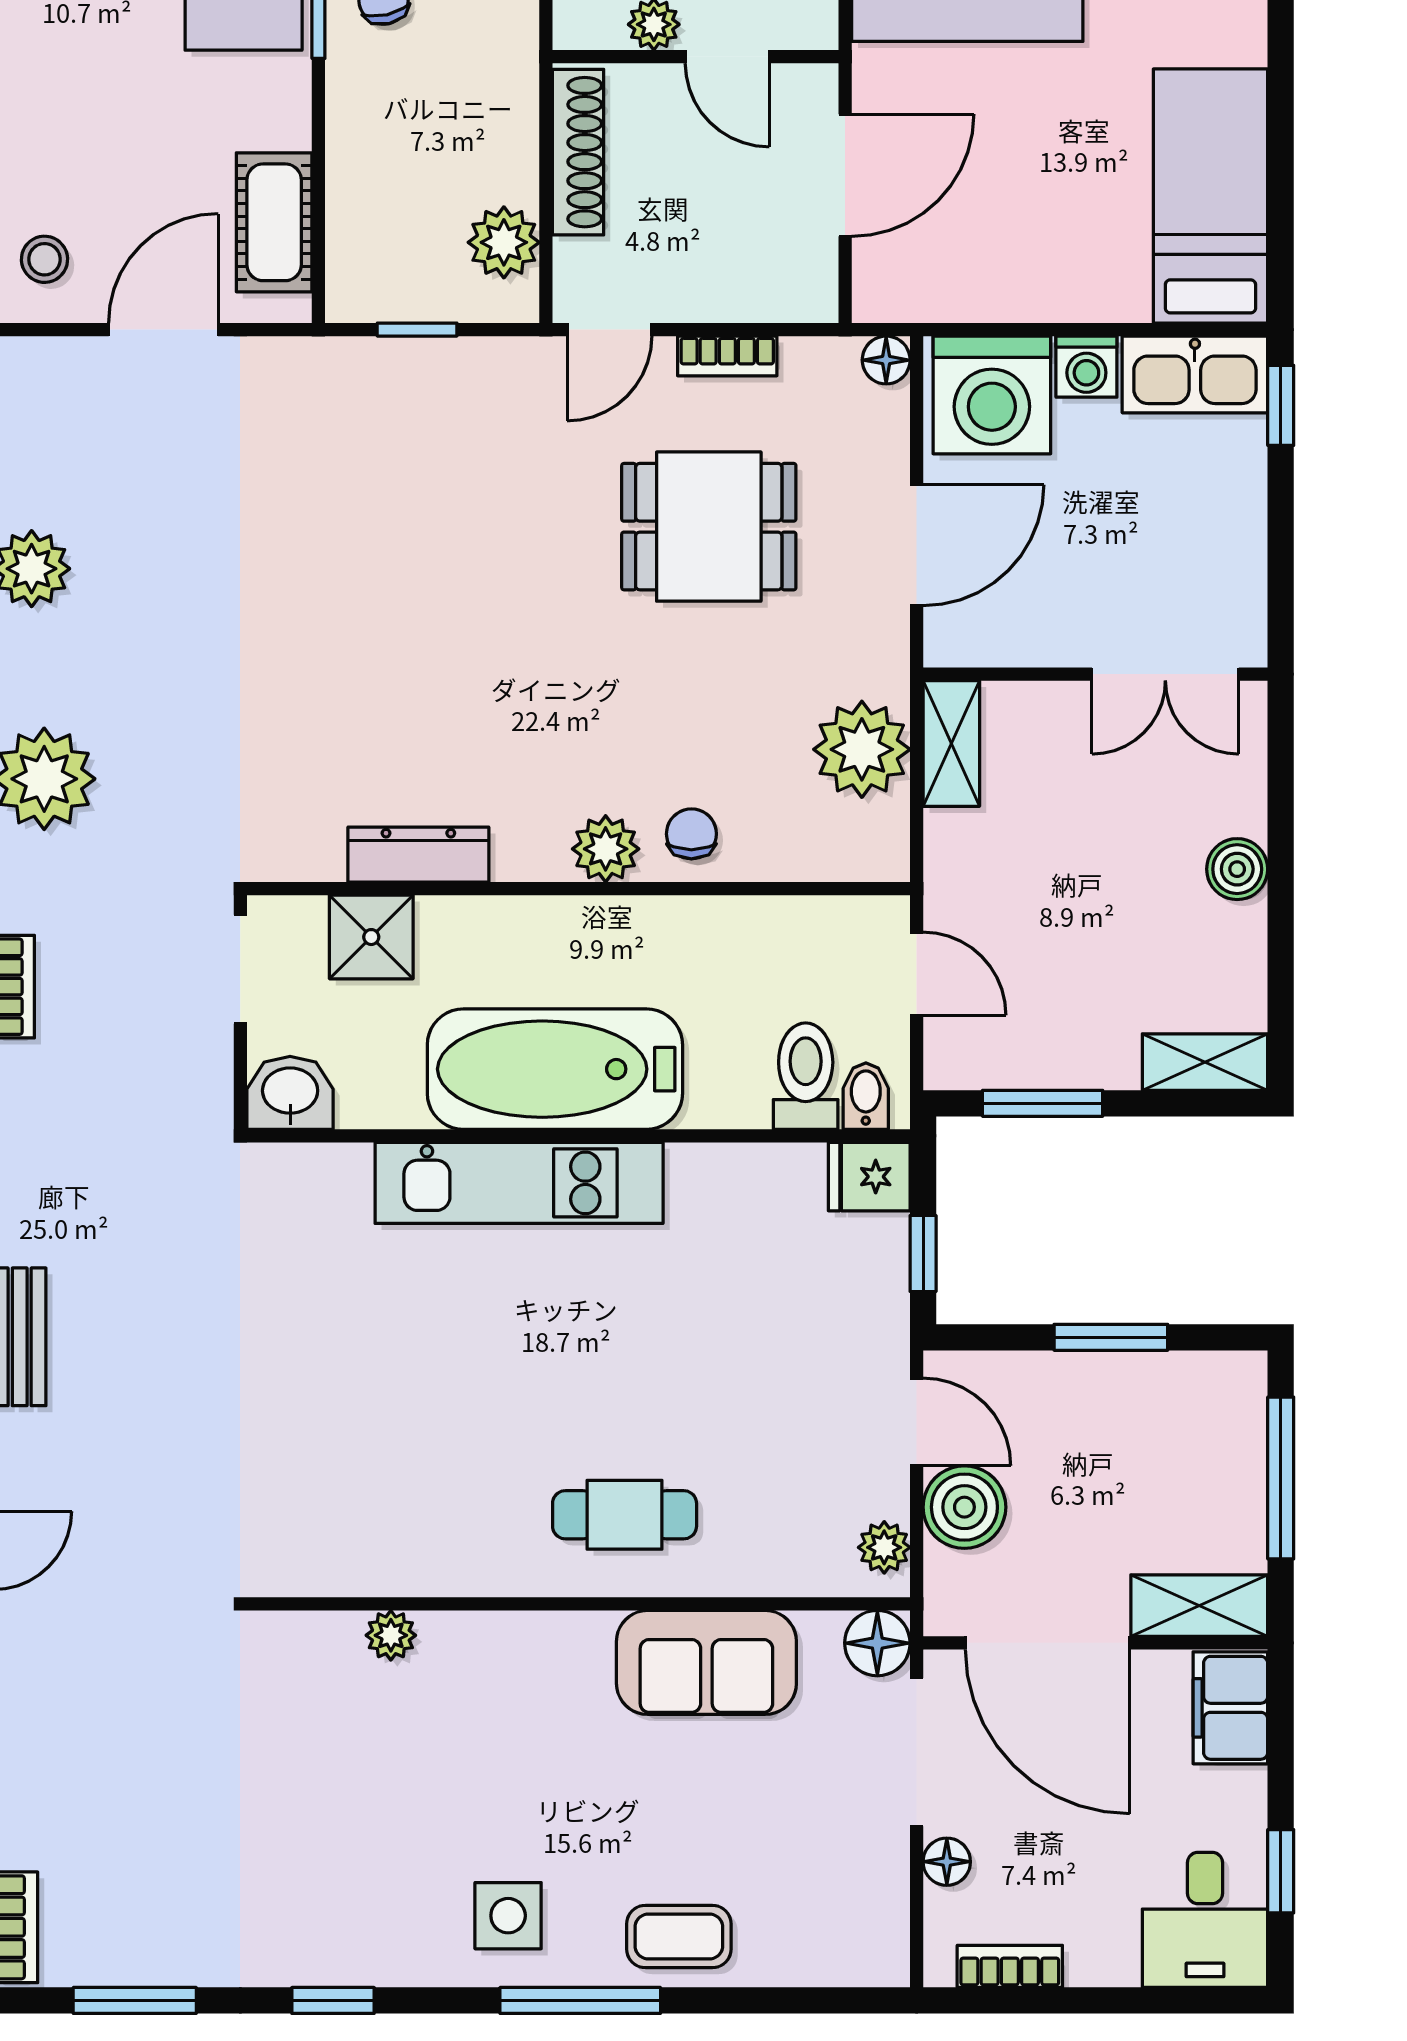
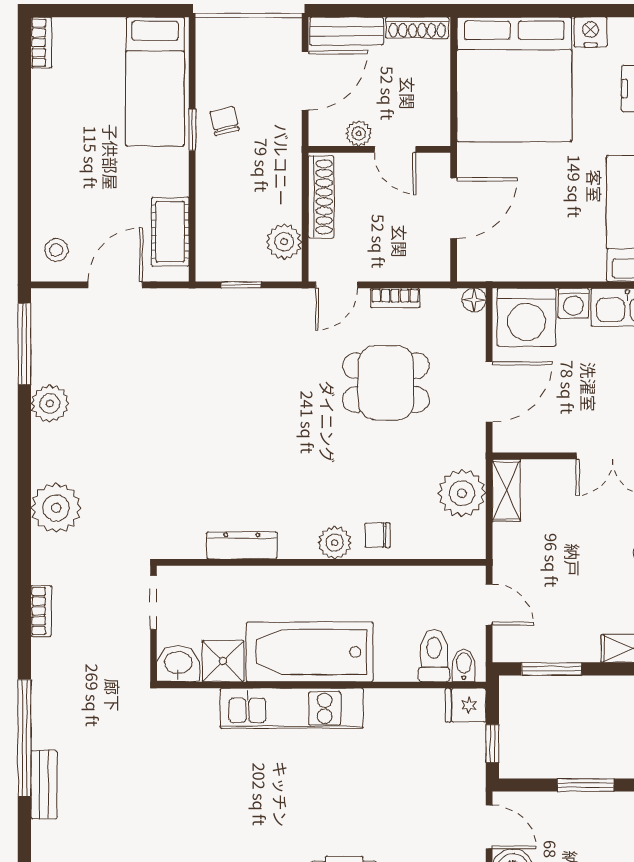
chair: (691, 834) -> (377, 535), turned -90
shower: (371, 937) -> (223, 661), moved

